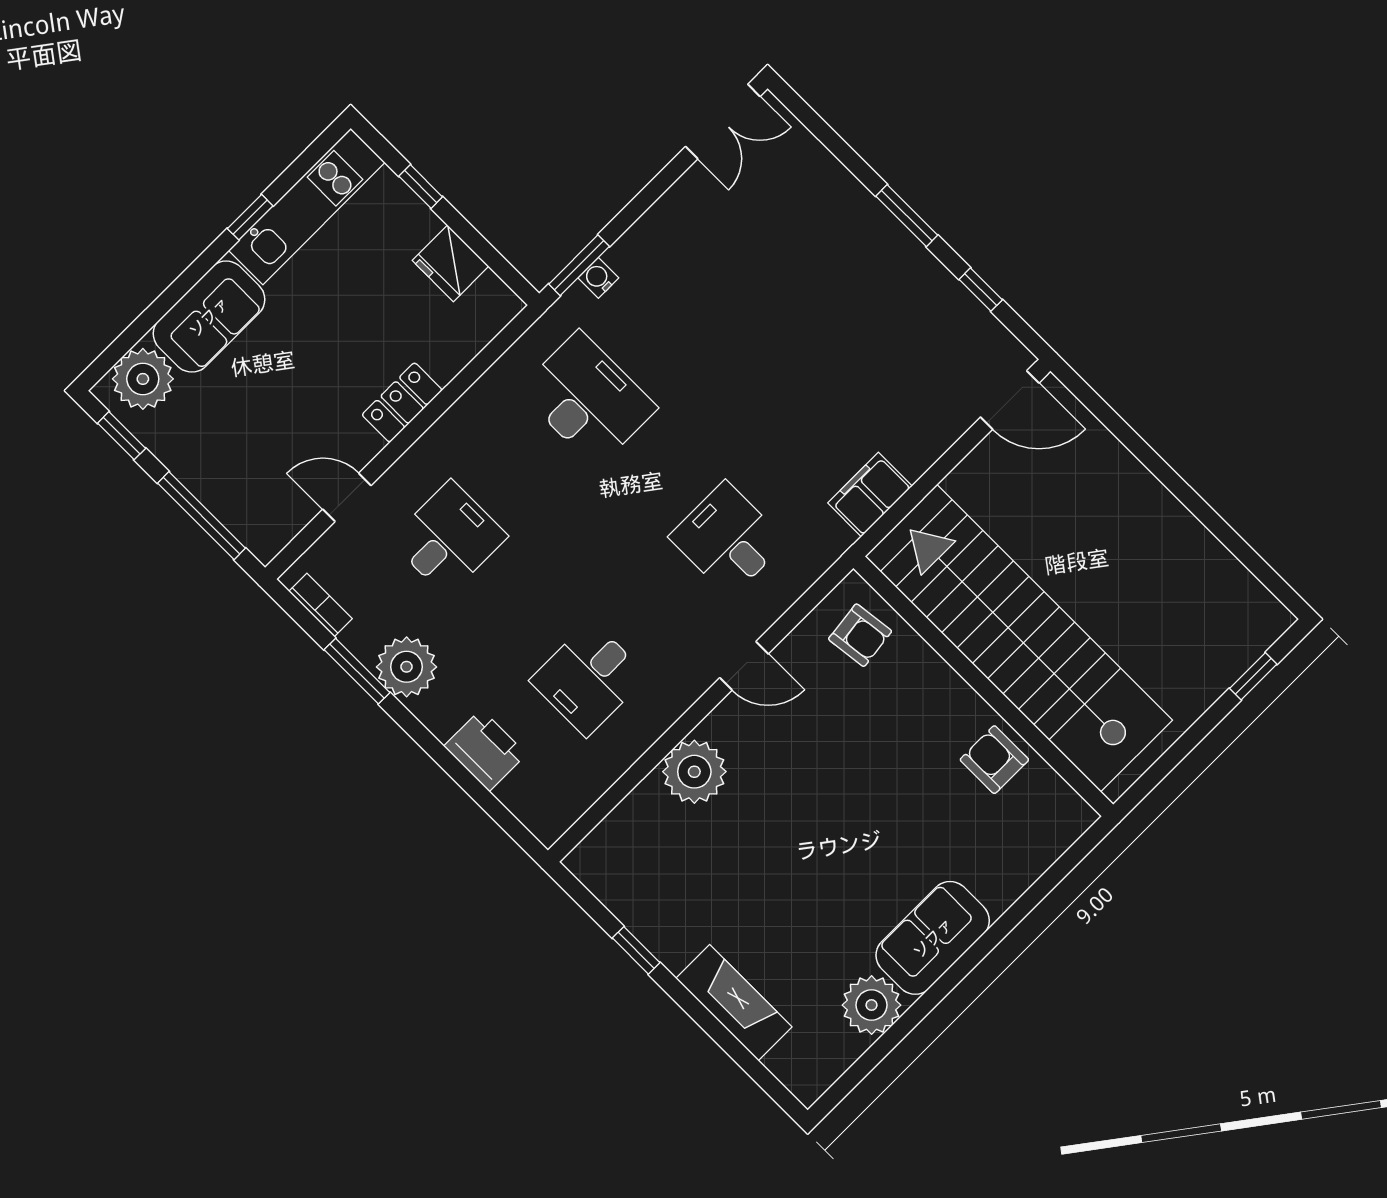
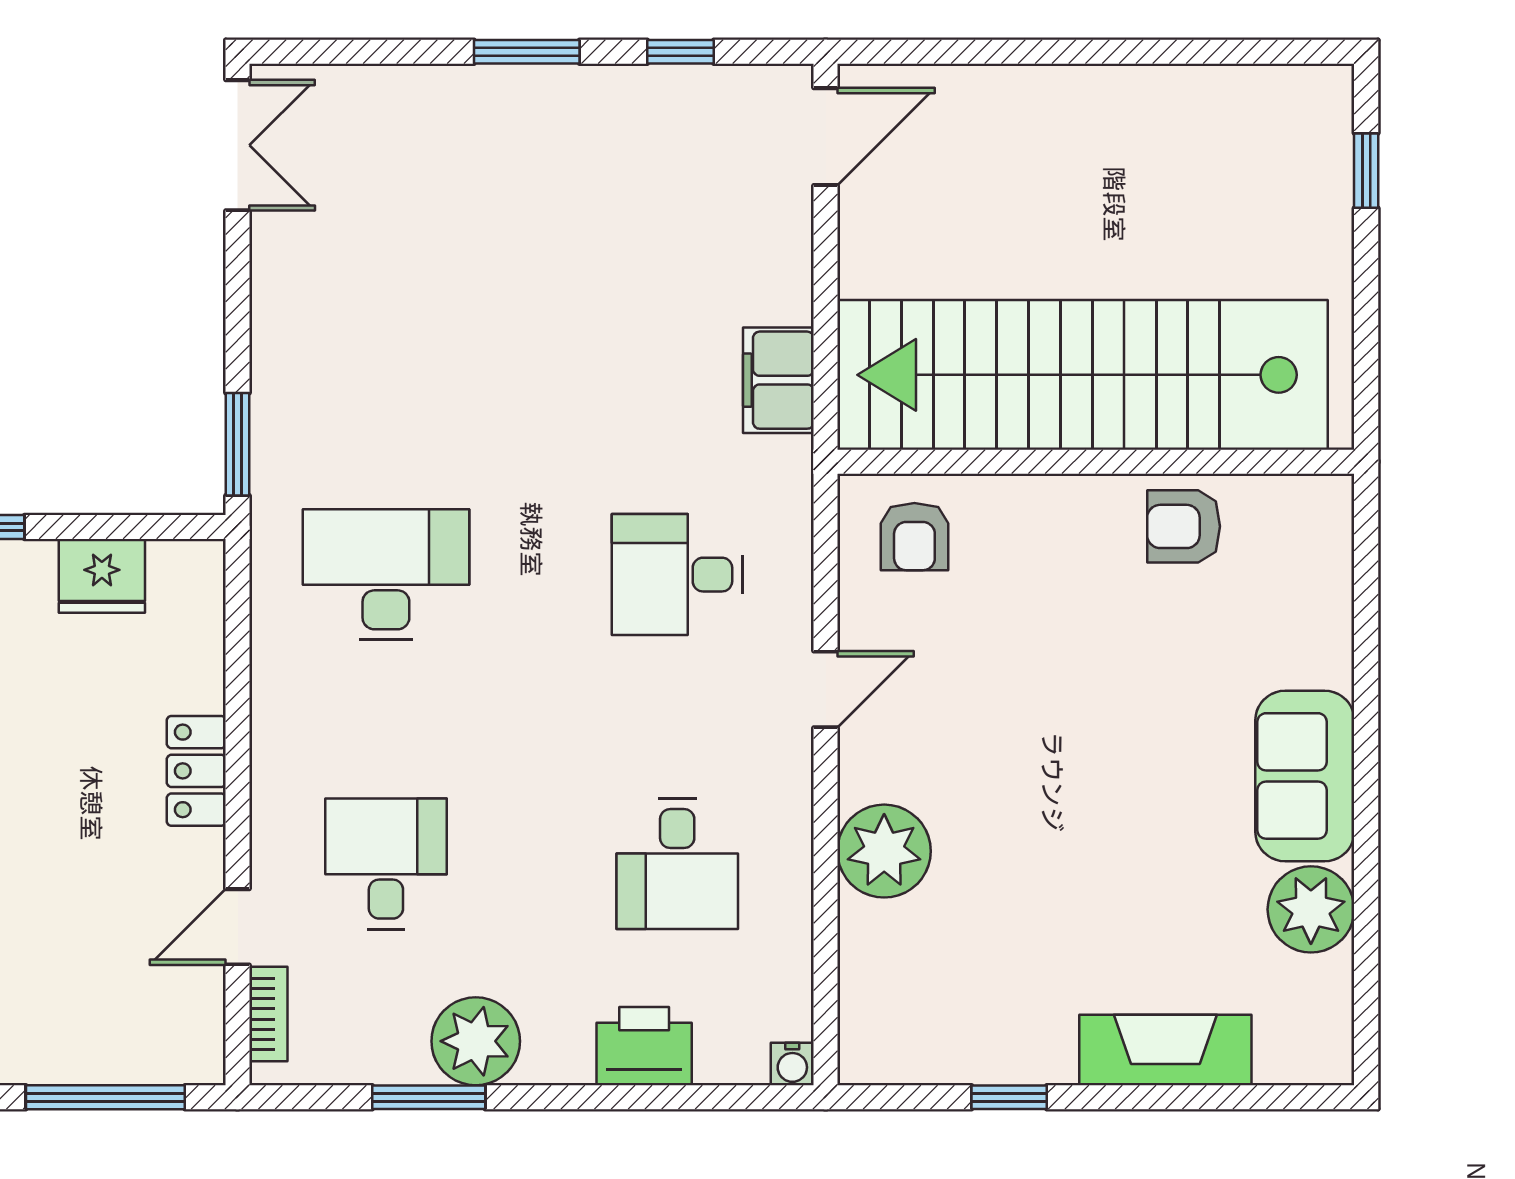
water cooler: (598, 278) -> (792, 1064), moved, turned -90
bookcase: (320, 605) -> (268, 1014), moved, turned 90
armchair: (860, 635) -> (914, 537), turned 97

